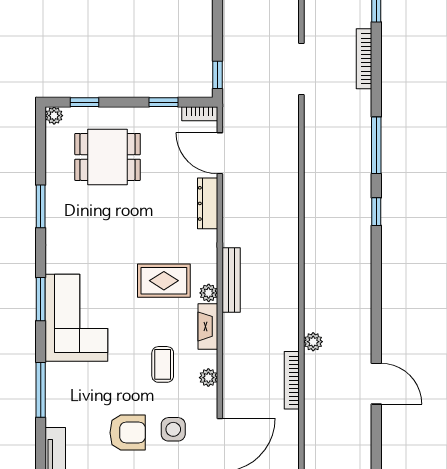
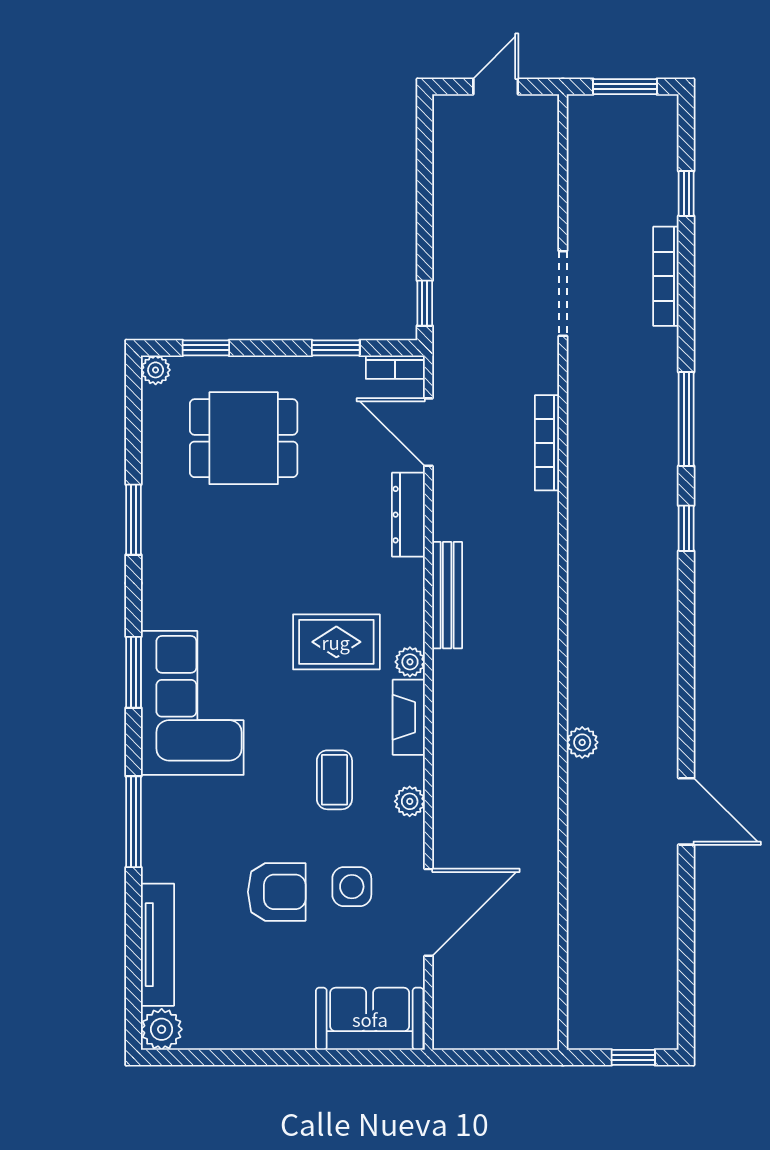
bench: (231, 280) -> (447, 595), moved
bookcase: (292, 380) -> (547, 443), moved

